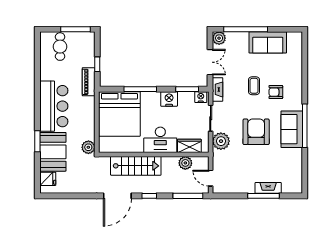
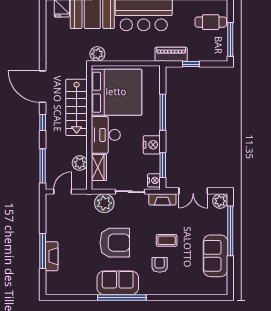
bed: (119, 114) -> (116, 92), moved, turned 180

